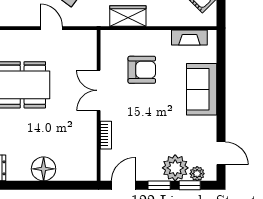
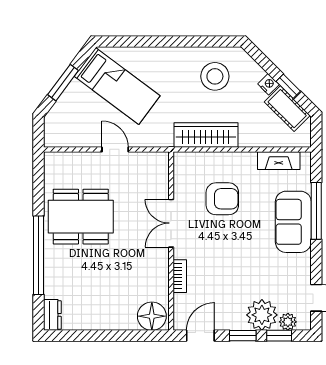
wardrobe: (128, 16) -> (206, 135), width x1.50
window: (221, 80) -> (316, 211), added
floor lamp: (44, 169) -> (152, 316), moved

